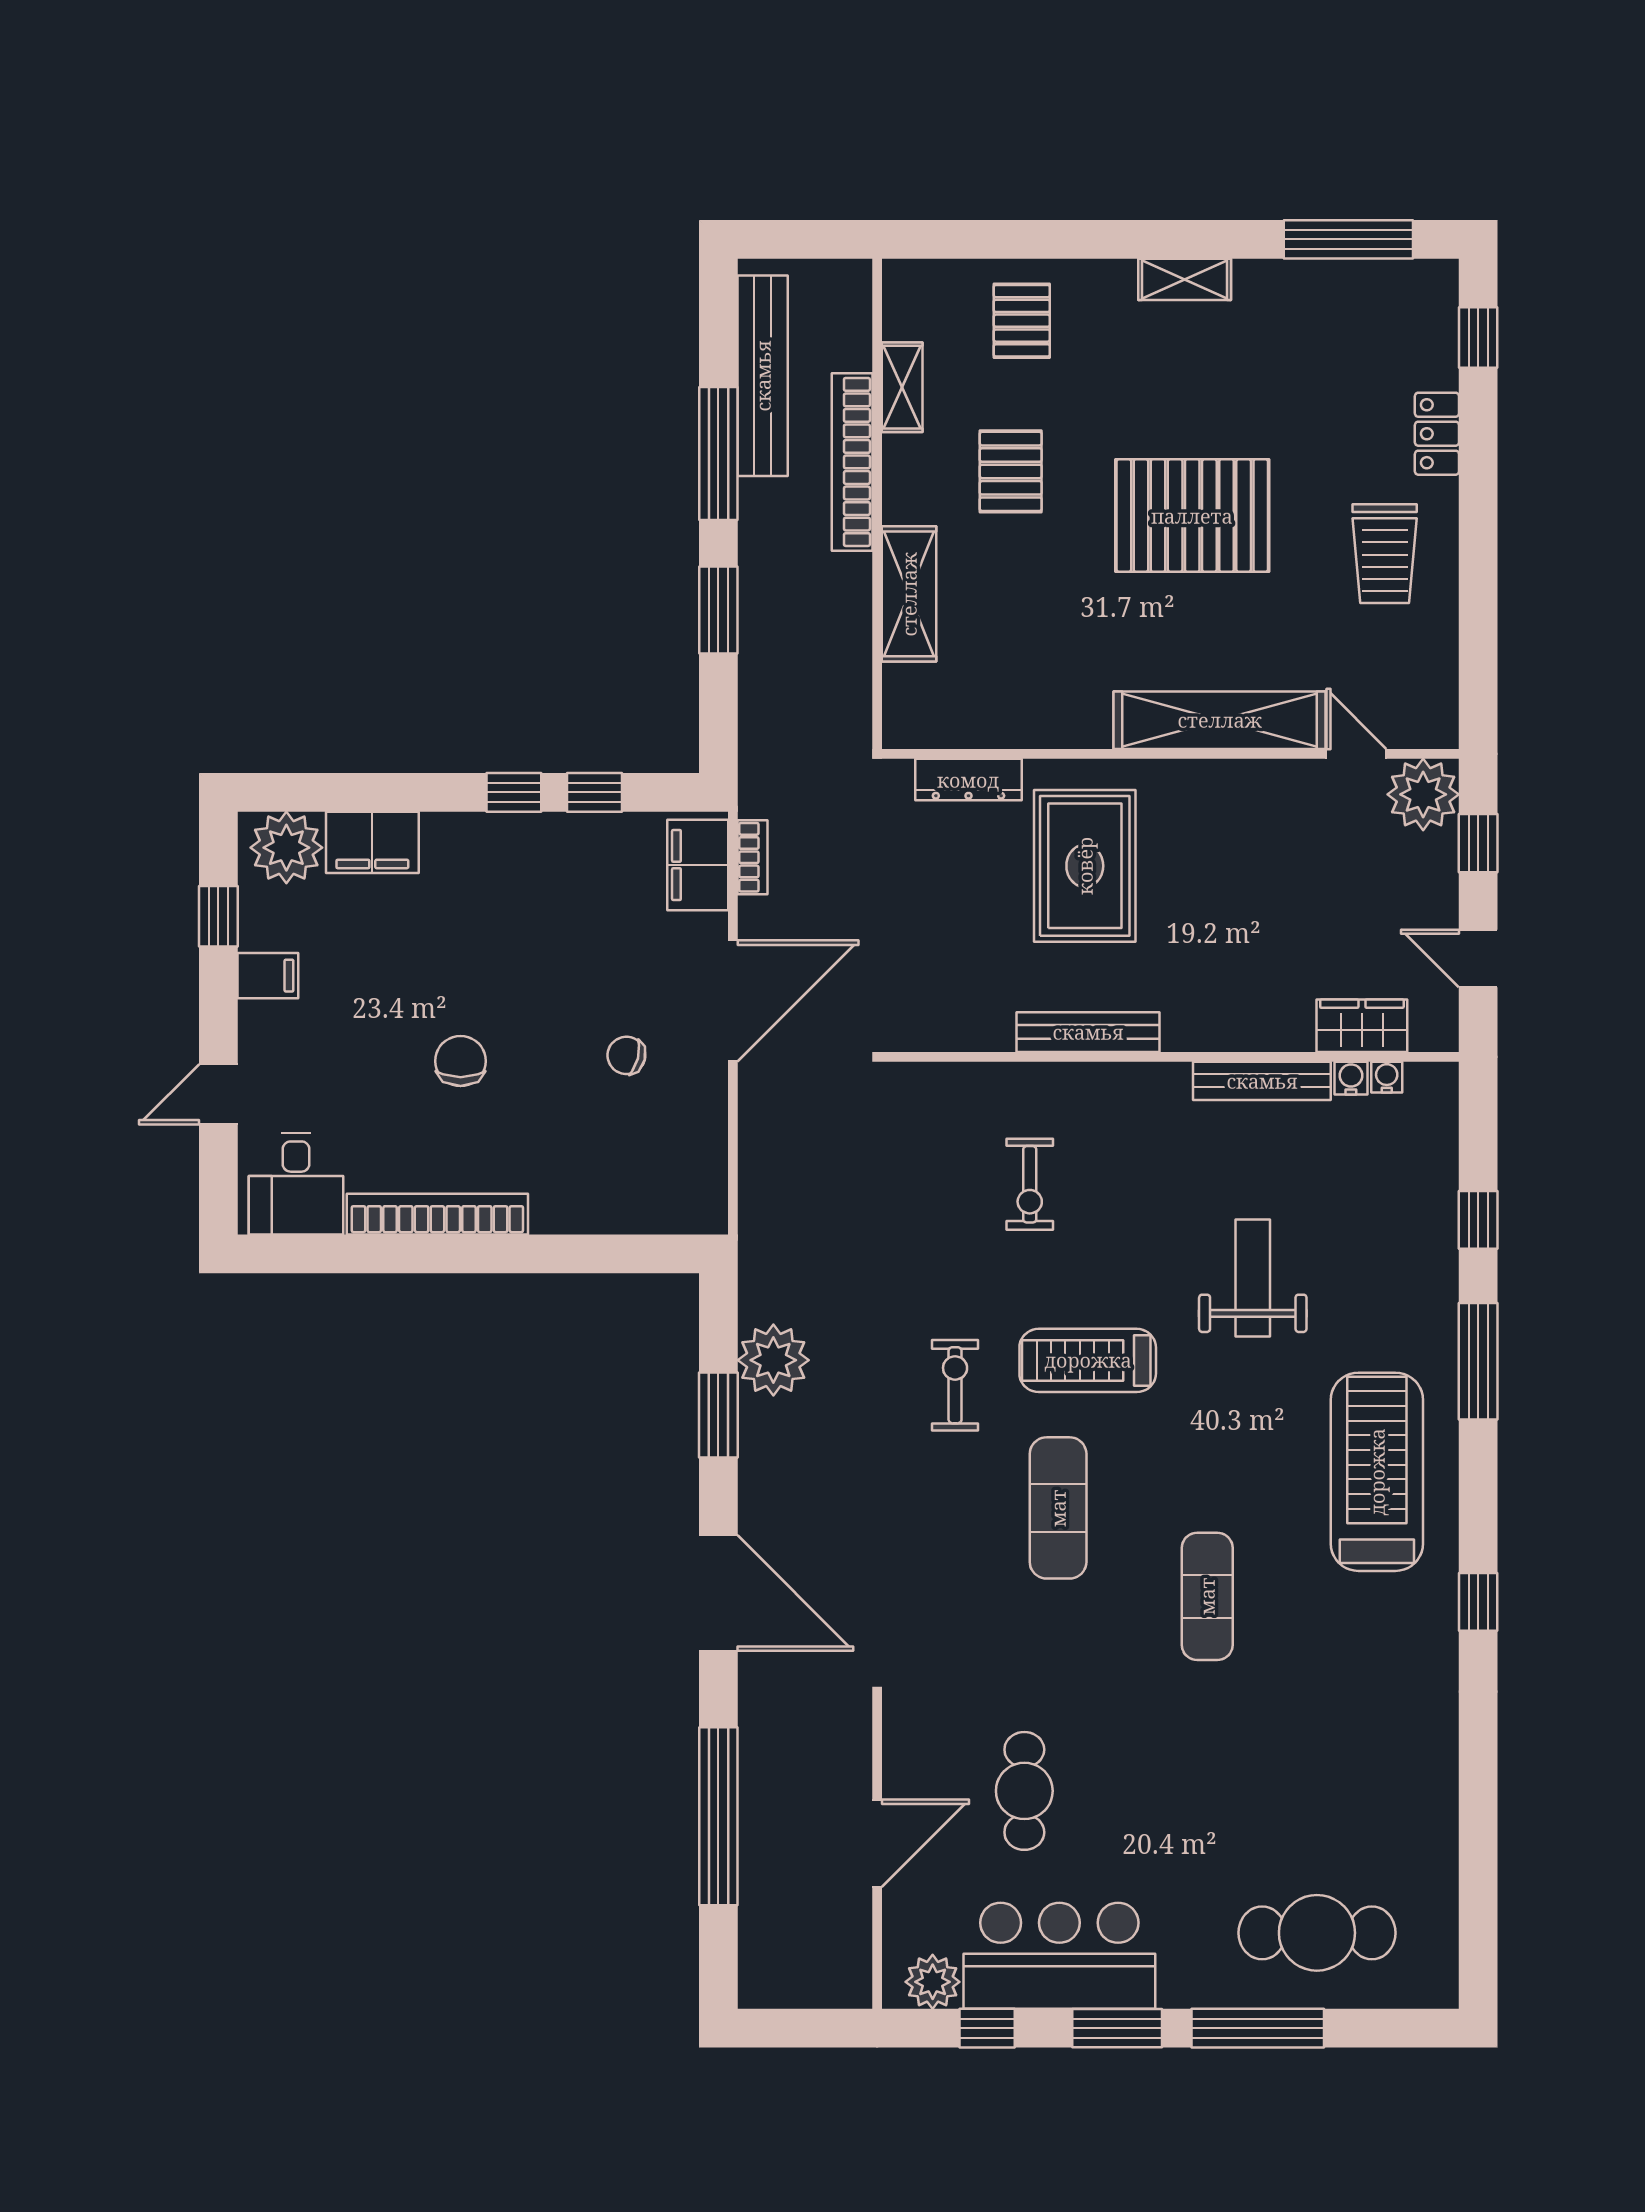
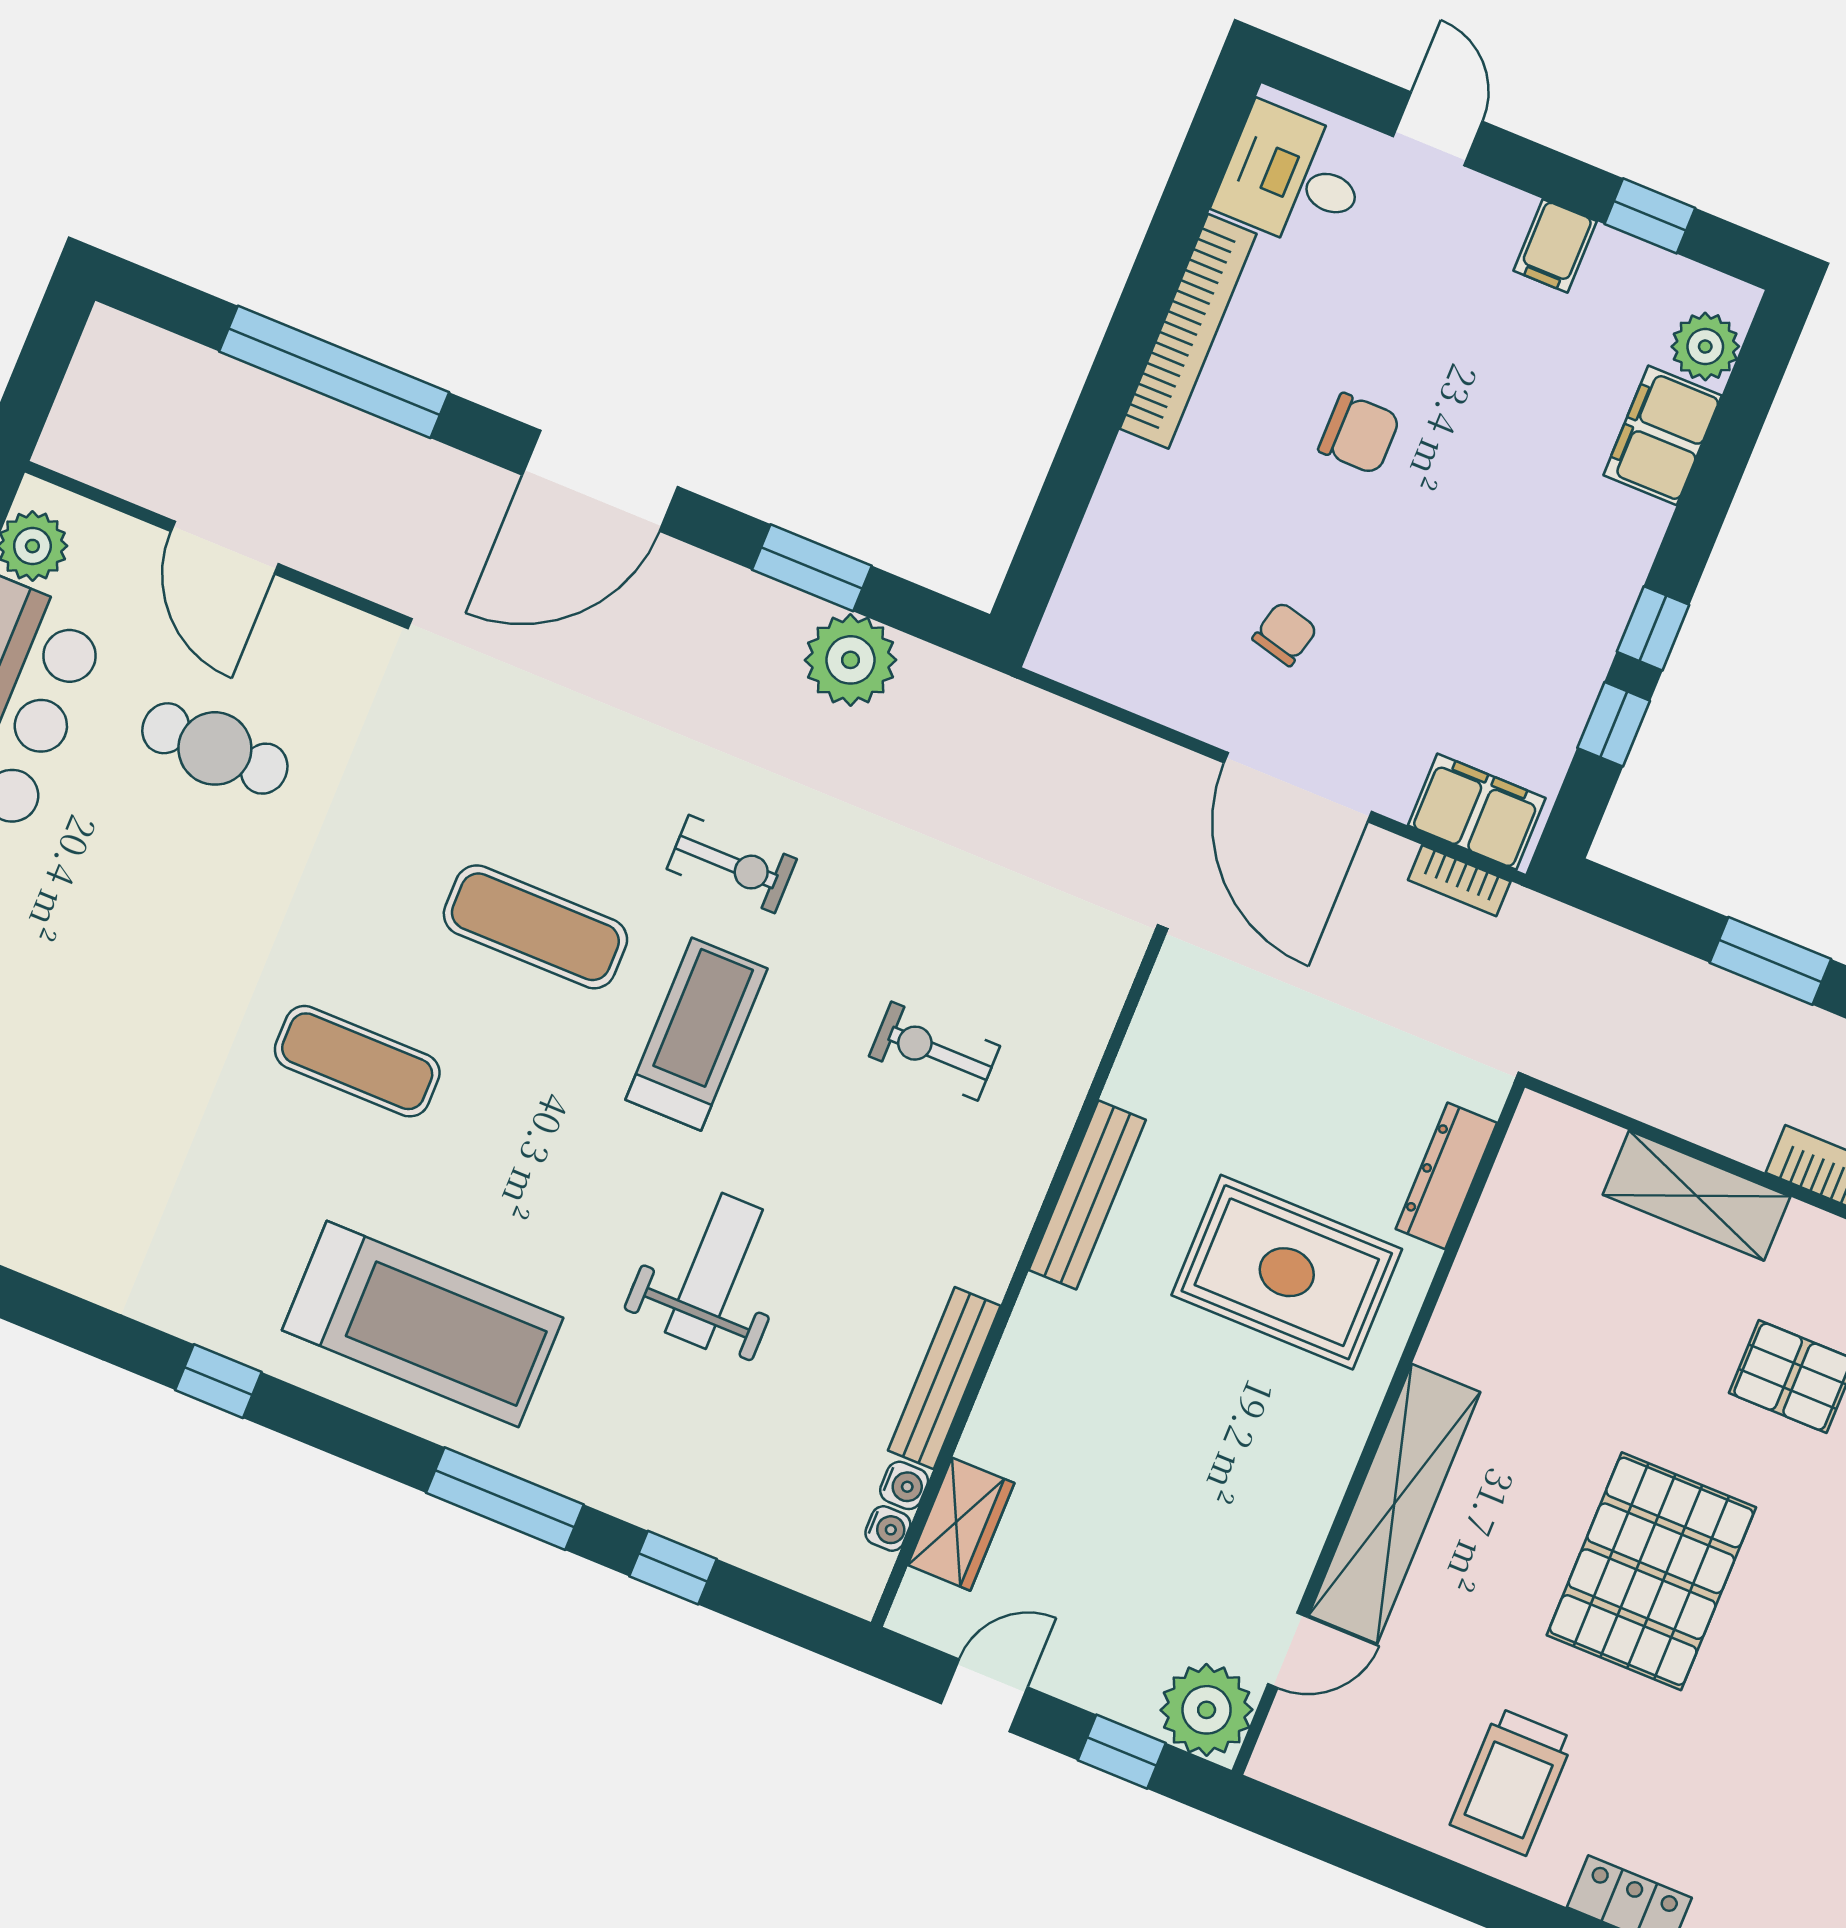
trolley: (1385, 554) -> (1512, 1782), turned -90
plant: (286, 848) -> (1705, 347), width x0.73, depth x0.73
weight bench: (1253, 1278) -> (714, 1271), turned -90

